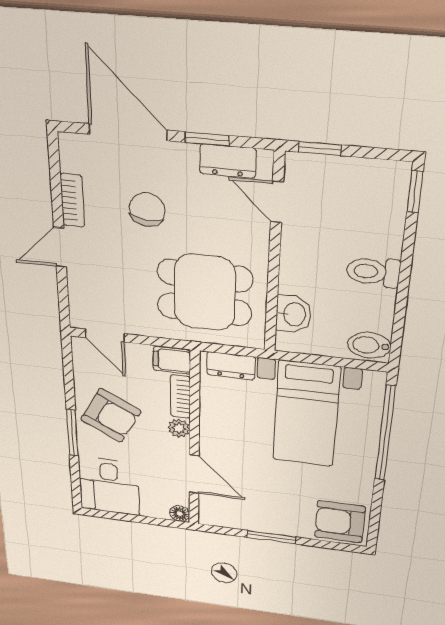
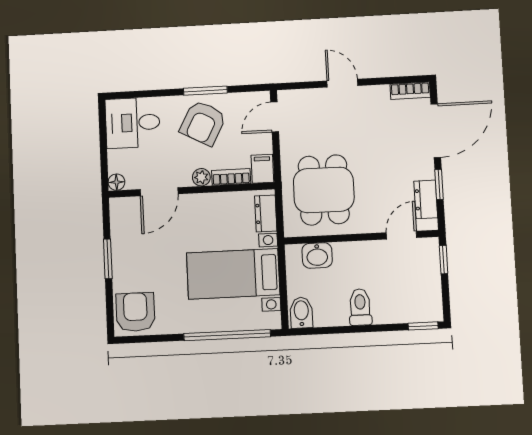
bookcase: (72, 200) -> (410, 91), moved
chair: (147, 210) -> (382, 146), removed
window: (72, 433) -> (205, 91), moved

